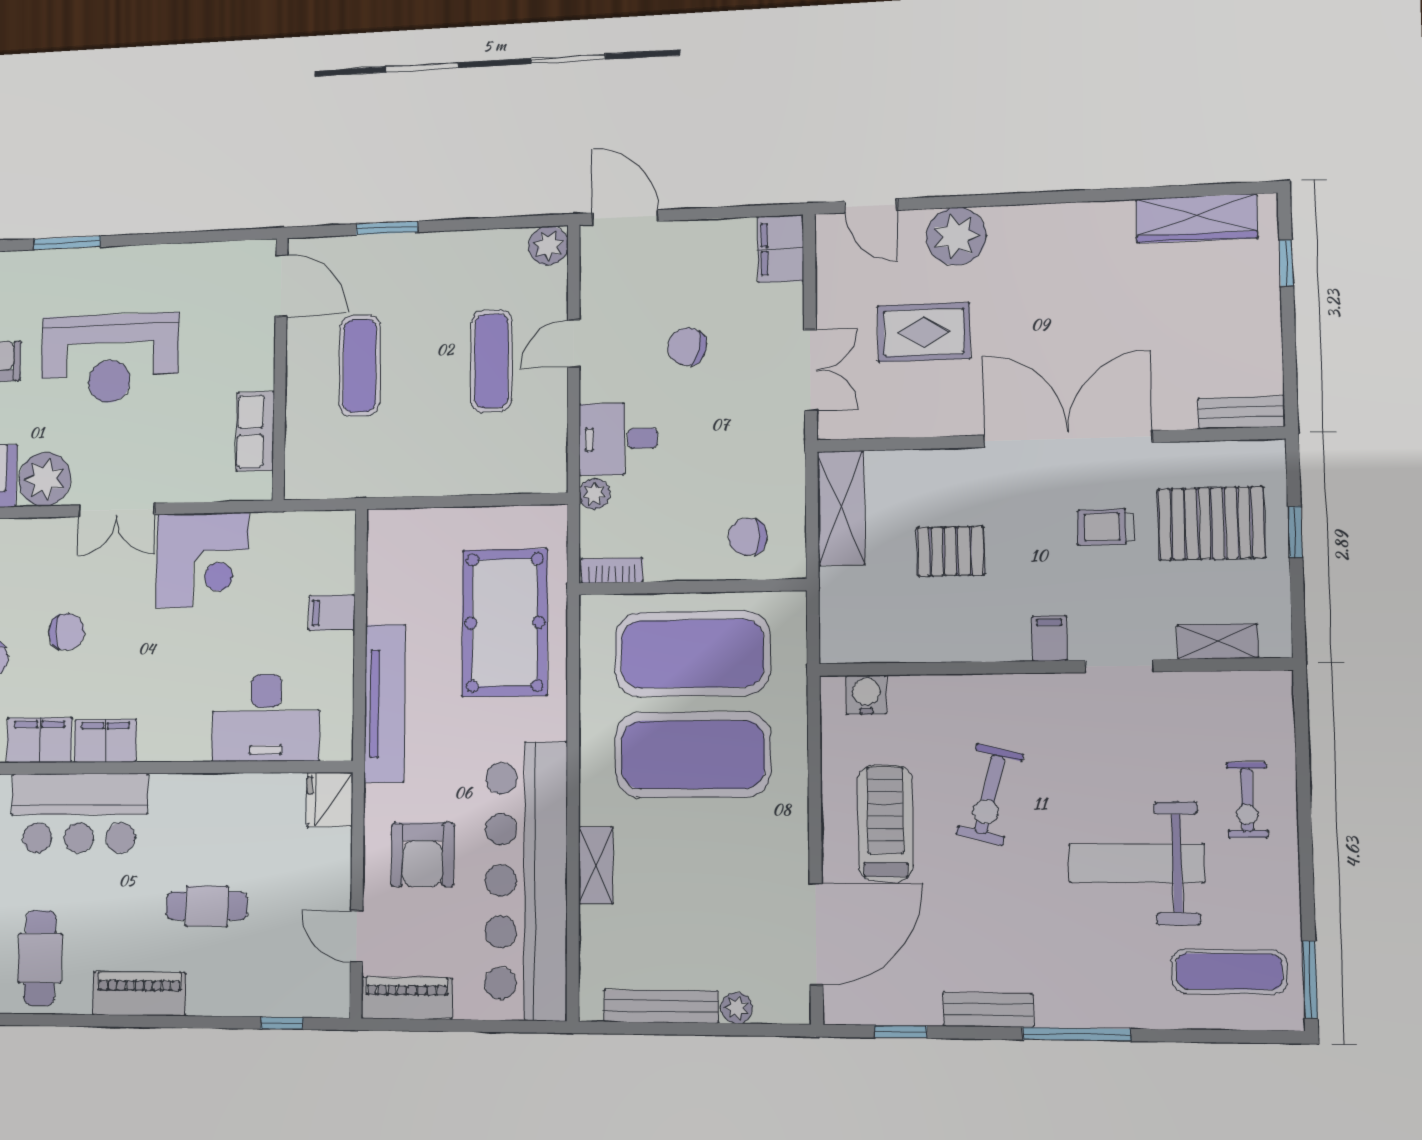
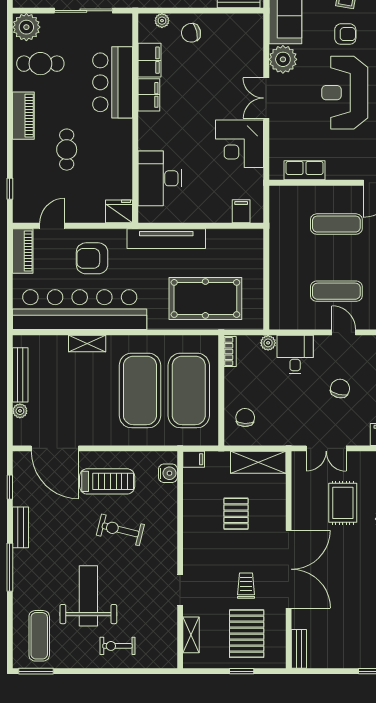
filing cabinet: (332, 613) -> (241, 211), moved
chair: (67, 632) -> (204, 73), removed
filing cabinet: (1049, 638) -> (194, 459), moved

